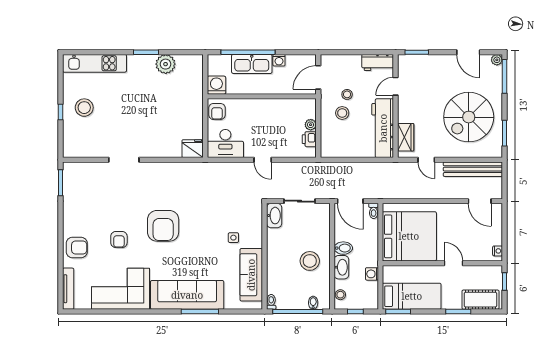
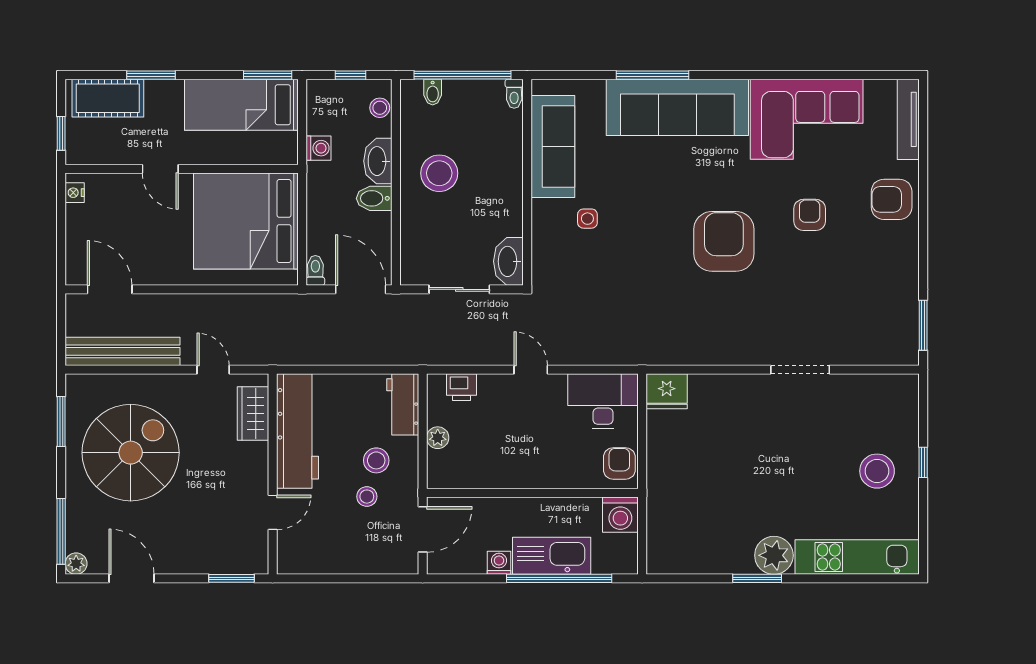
workbench: (378, 62) -> (403, 404), moved, turned -90
plant: (166, 64) -> (774, 555), moved
printer: (309, 139) -> (462, 387), moved, turned 90

